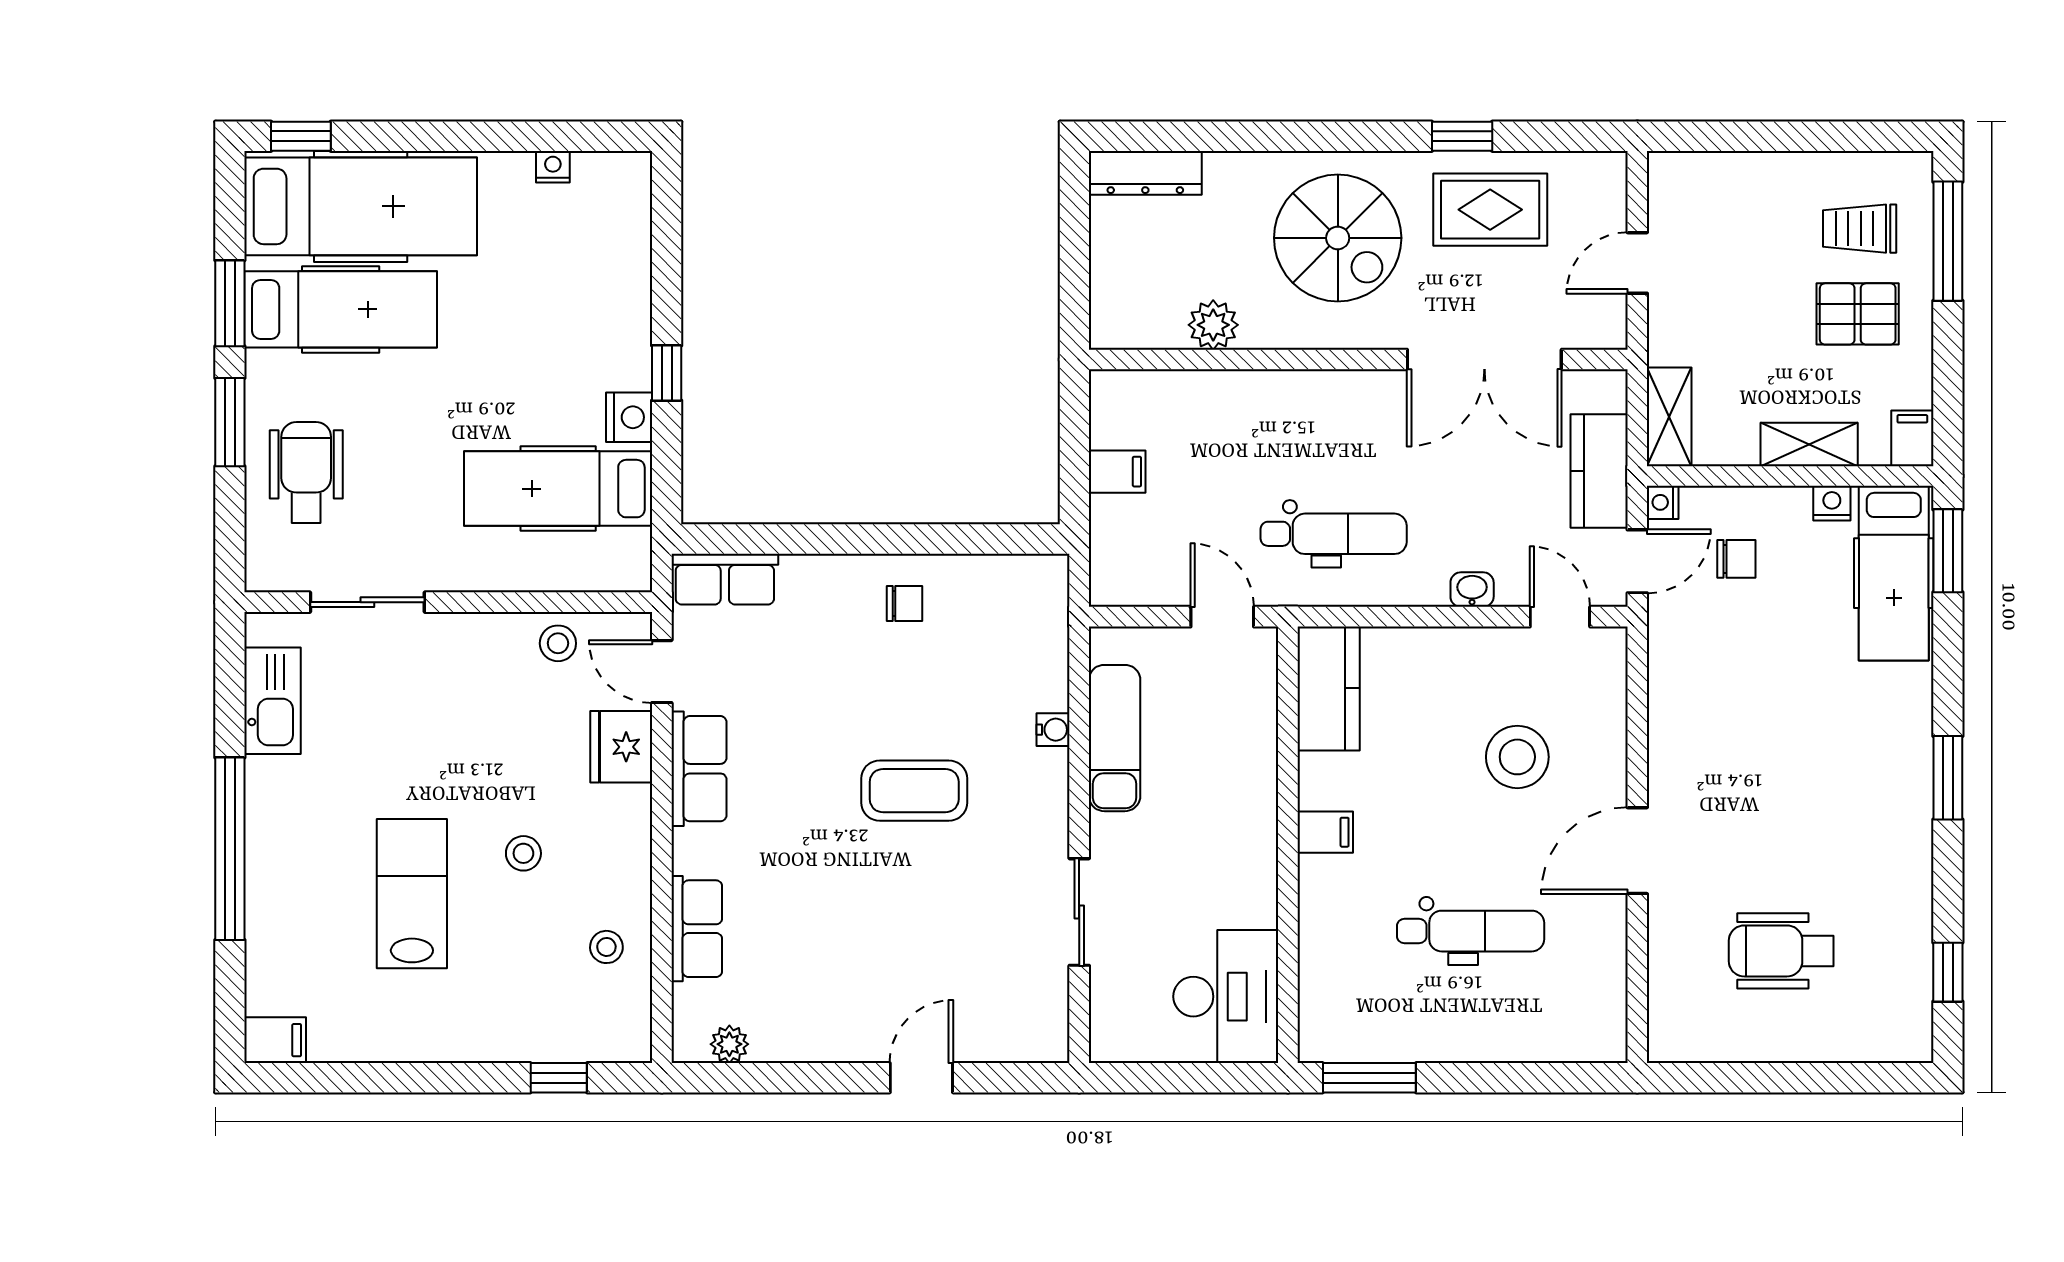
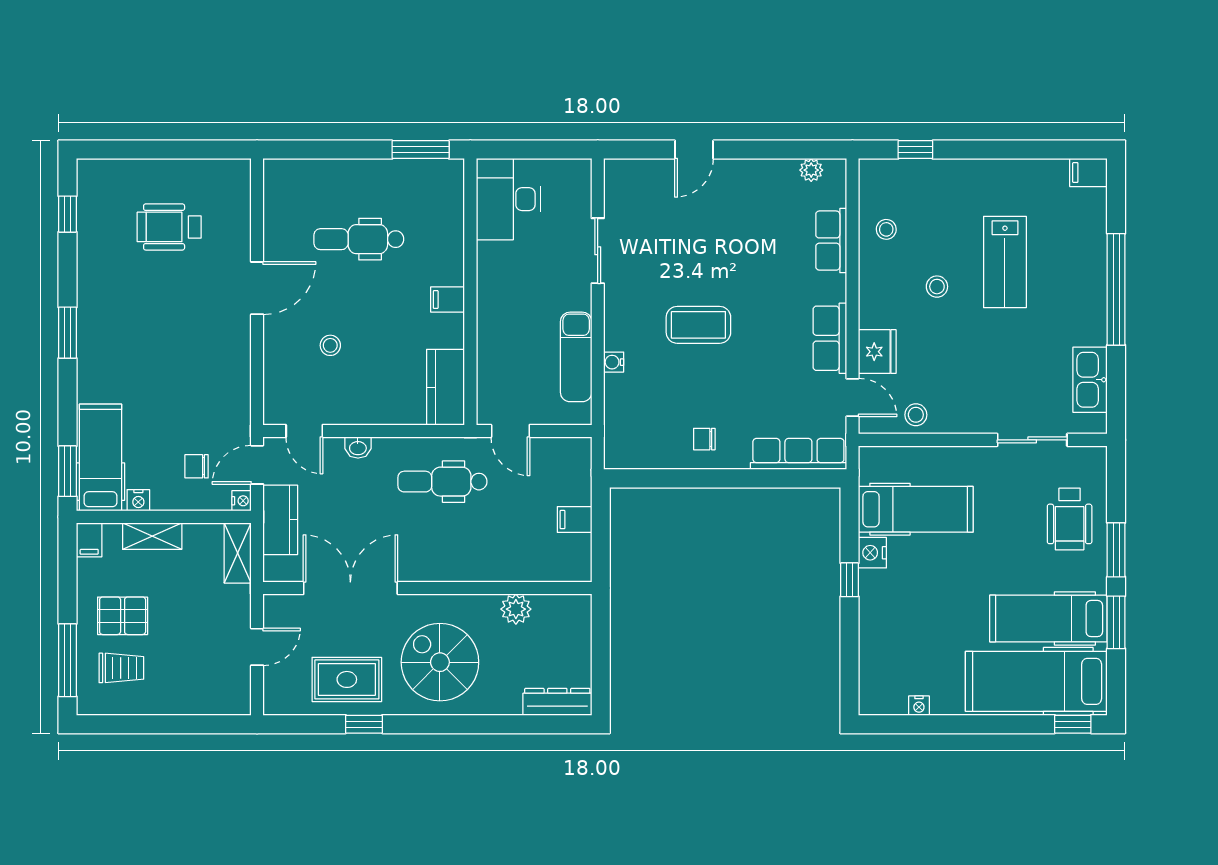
row of seats: (725, 579) -> (798, 454), width x1.48
stool: (1517, 757) -> (330, 345), width x0.53, depth x0.53
wheelchair: (1781, 951) -> (169, 227), turned 180

